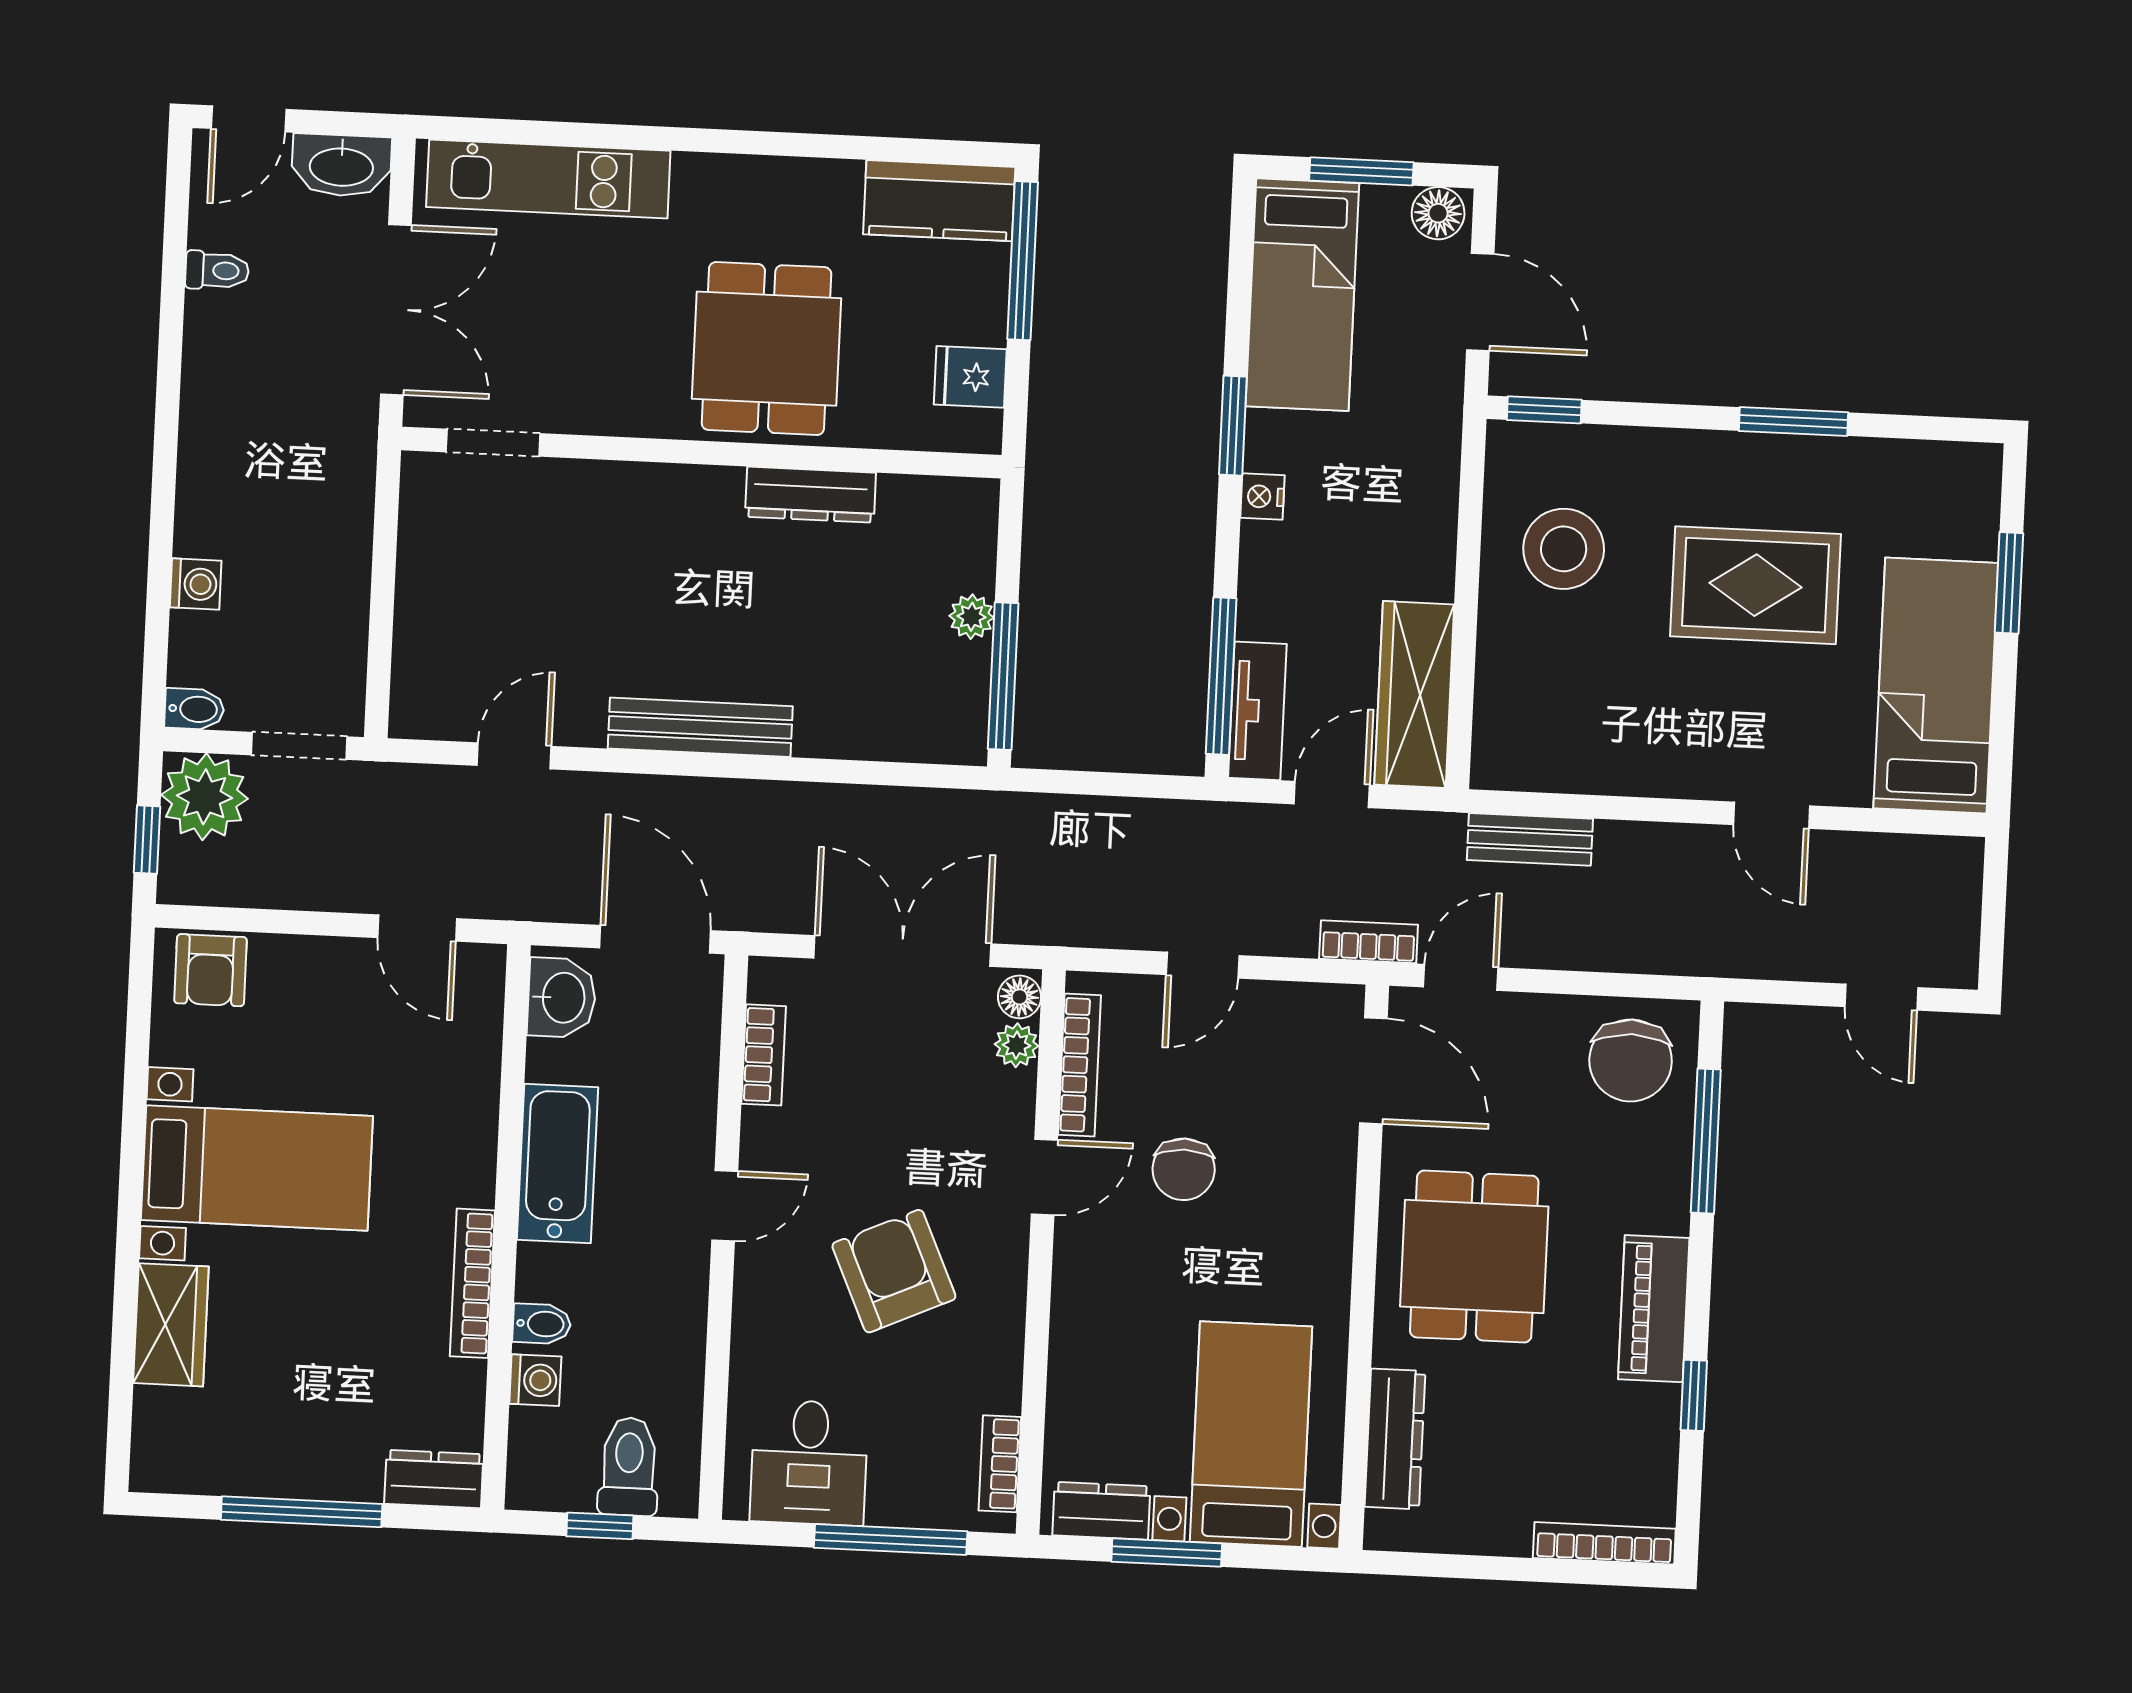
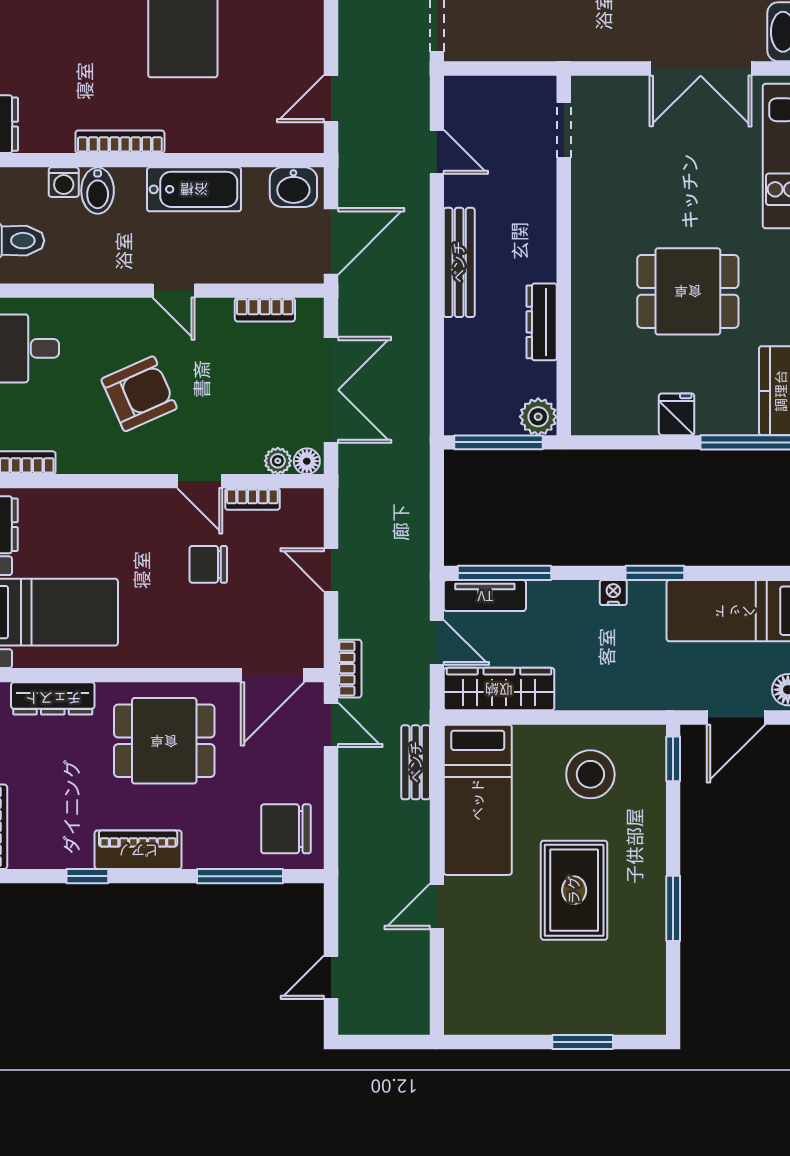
doorway: (493, 443) -> (564, 130), moved
wall: (701, 453) -> (564, 255), moved
dresser: (810, 495) -> (542, 322), moved
plant: (972, 617) -> (538, 417), width x1.38, depth x1.38
bed: (1936, 686) -> (478, 800), moved, turned 90
bookcase: (1080, 1065) -> (252, 499), width x0.64
bidet: (542, 1324) -> (98, 191), width x1.38, depth x1.36

